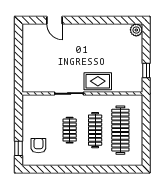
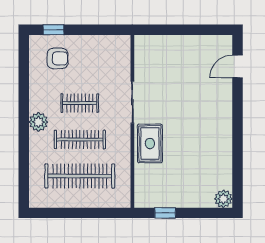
door: (55, 20) -> (237, 66), moved
plant: (83, 159) -> (38, 122), added

